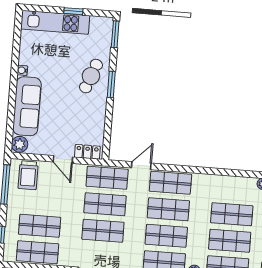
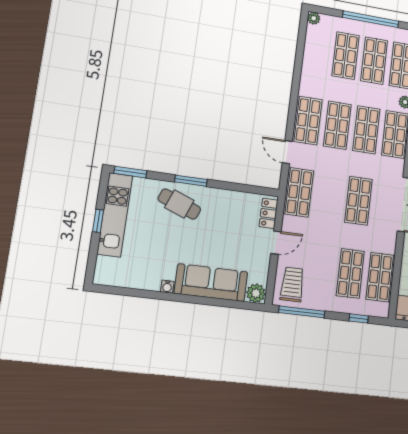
kitchen unit: (55, 22) -> (115, 215), moved
trolley: (28, 175) -> (292, 284), turned -90
shop shelf: (105, 204) -> (329, 197), removed

